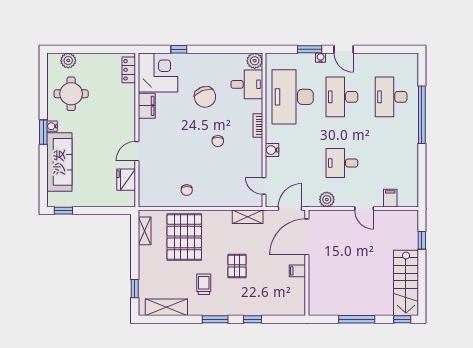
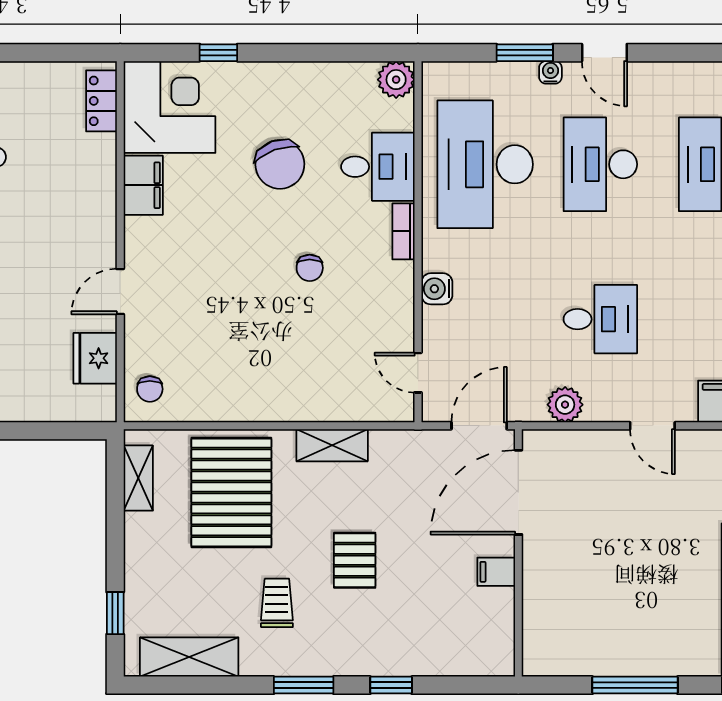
desk: (247, 84) -> (378, 167), moved
desk: (342, 163) -> (600, 319), turned 180
chair: (187, 190) -> (150, 389), moved
shelving: (248, 217) -> (332, 445), moved

